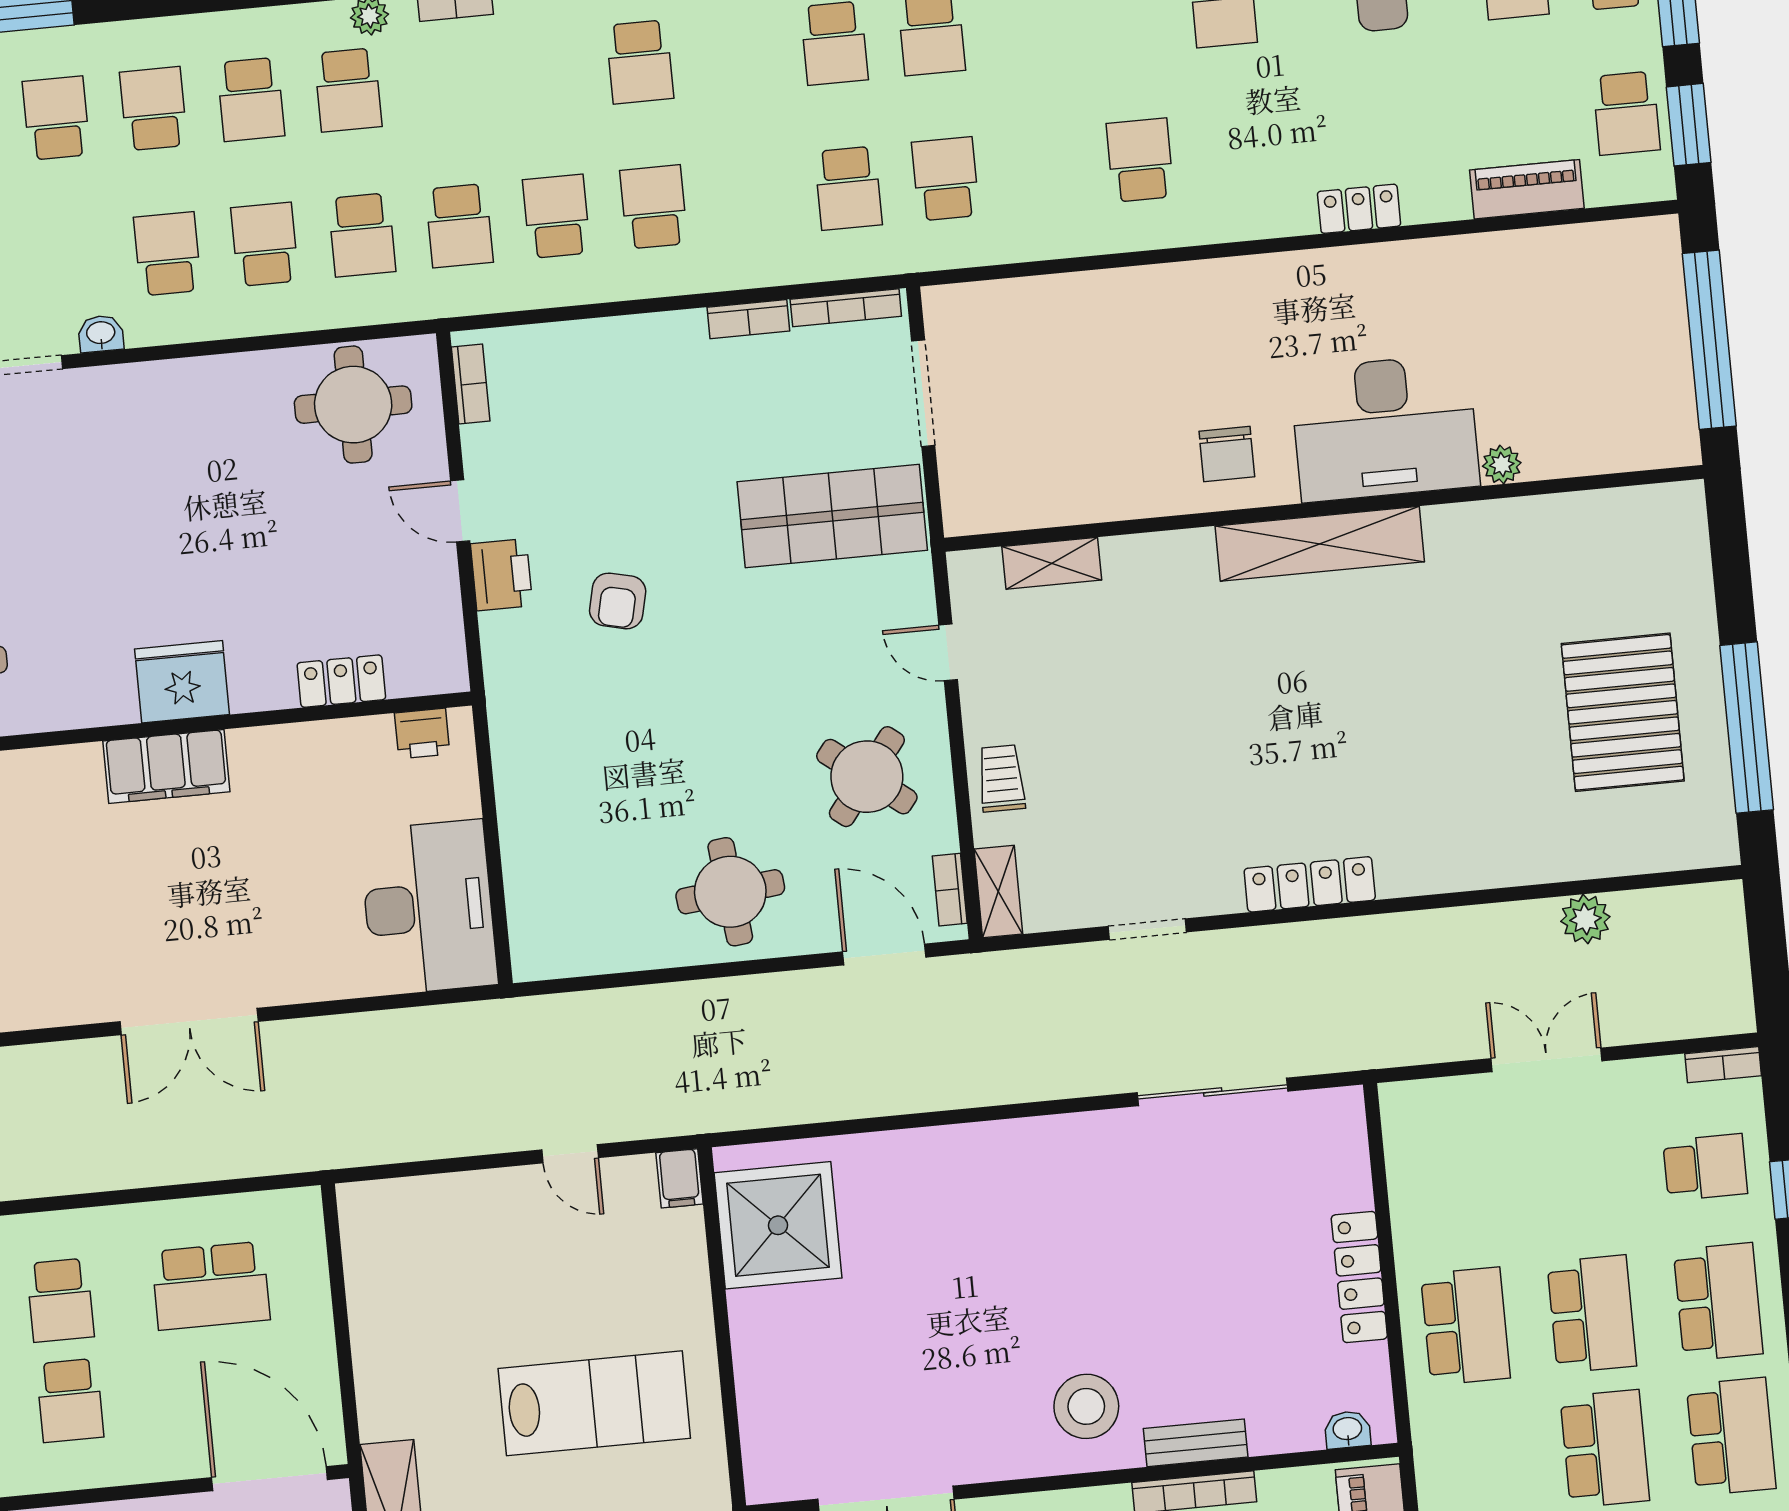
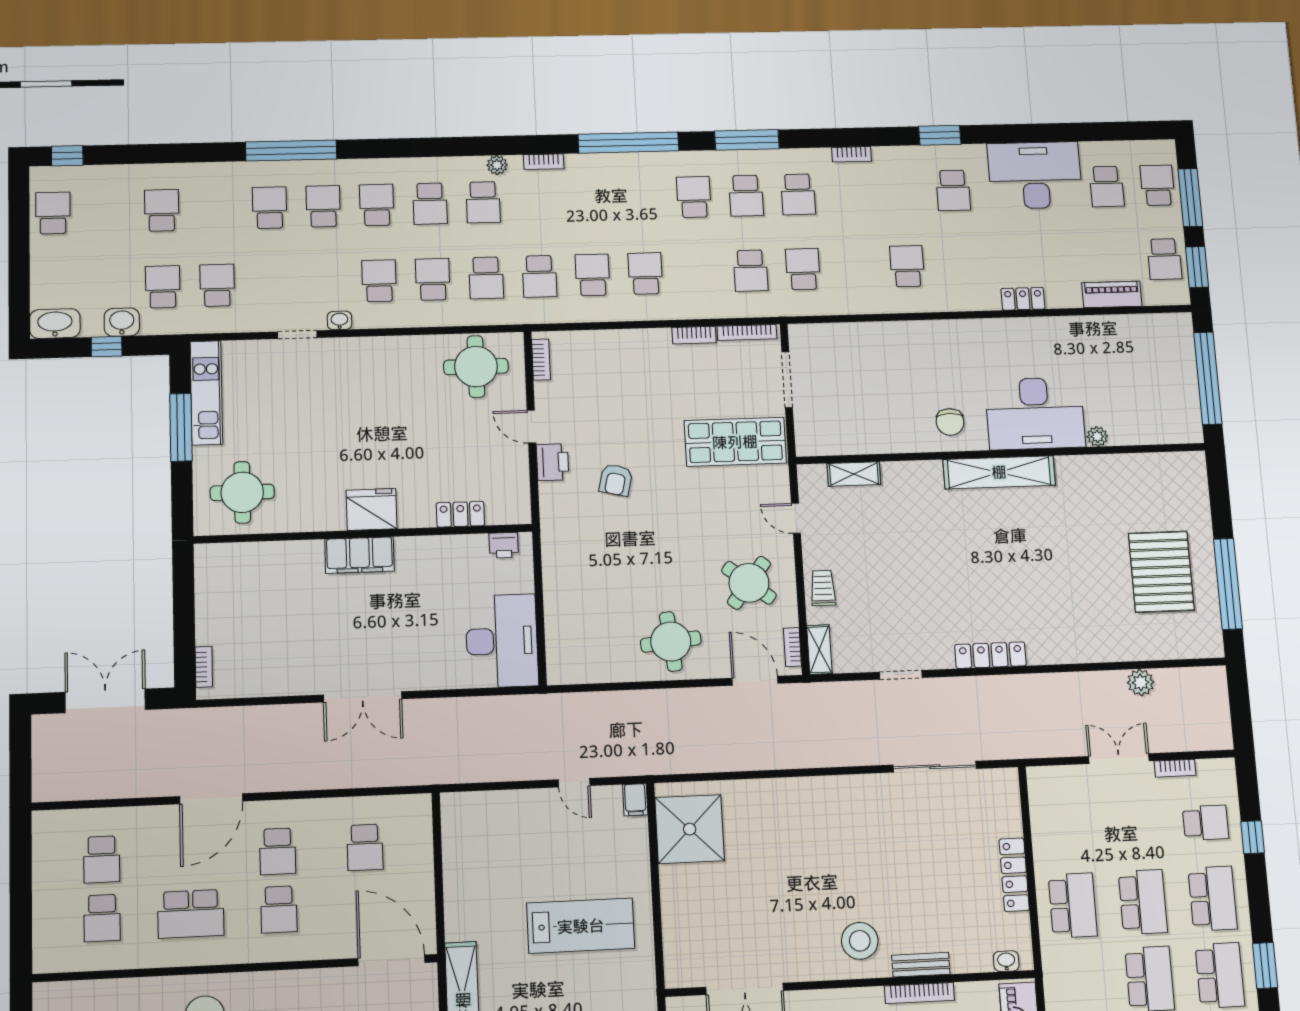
school desk: (640, 62) -> (694, 197), moved, turned 180
bookcase: (1723, 1065) -> (1175, 768), moved
school desk: (211, 1286) -> (365, 847), width x0.54

